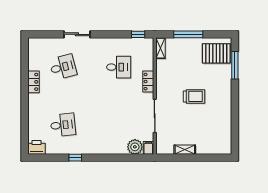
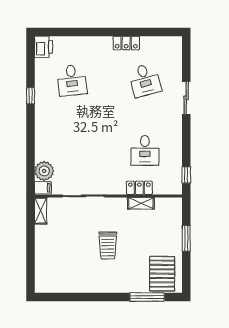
window: (188, 34) -> (186, 238), width x0.69
shelving: (161, 48) -> (141, 203), moved
locker: (148, 82) -> (139, 188), moved
shelving: (185, 150) -> (41, 211), moved

